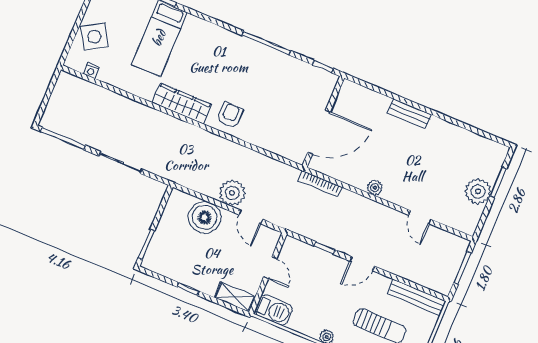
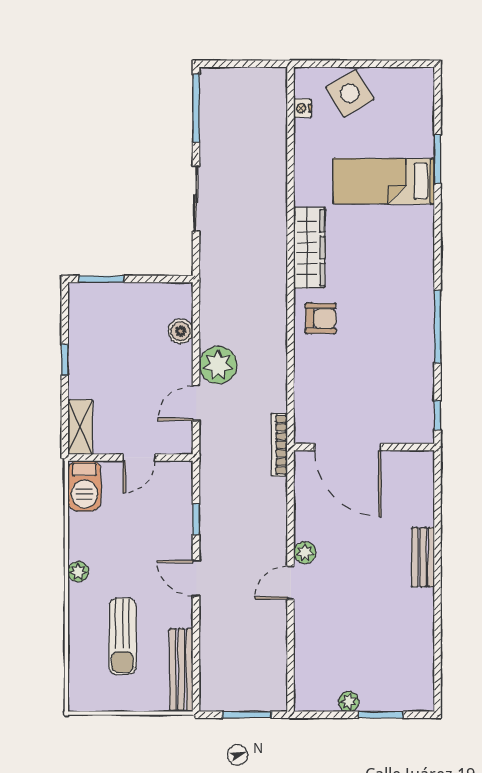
bookcase: (320, 184) -> (279, 445), moved
plant: (478, 191) -> (349, 701), width x0.53, depth x0.53
boiler: (205, 217) -> (181, 331), width x0.54, depth x0.54
door: (420, 217) -> (291, 583), moved

